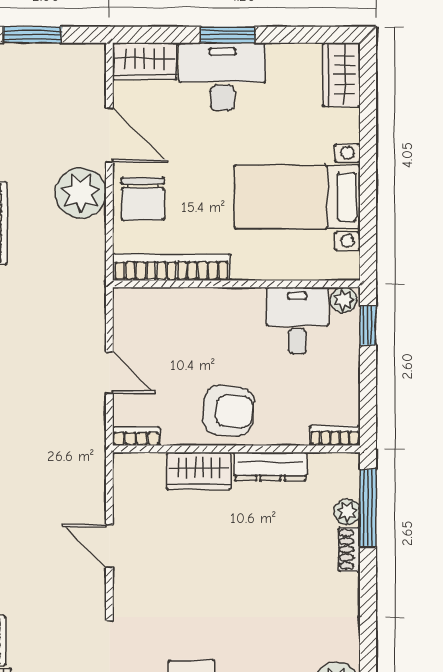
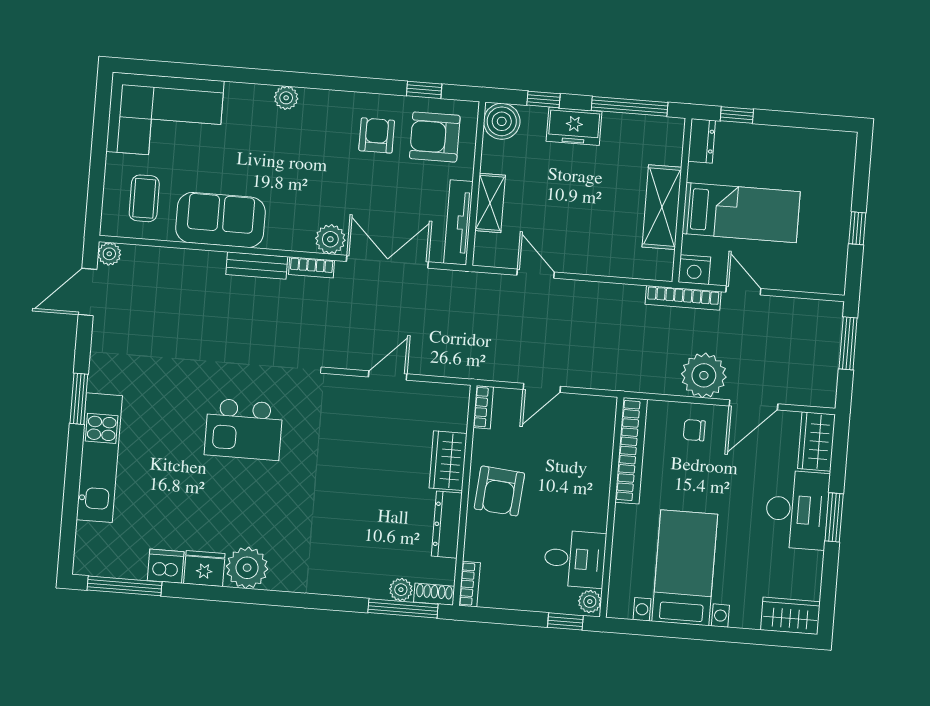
chair: (143, 199) -> (694, 430), width x0.54, depth x0.54
shoe rack: (349, 549) -> (434, 594), moved

